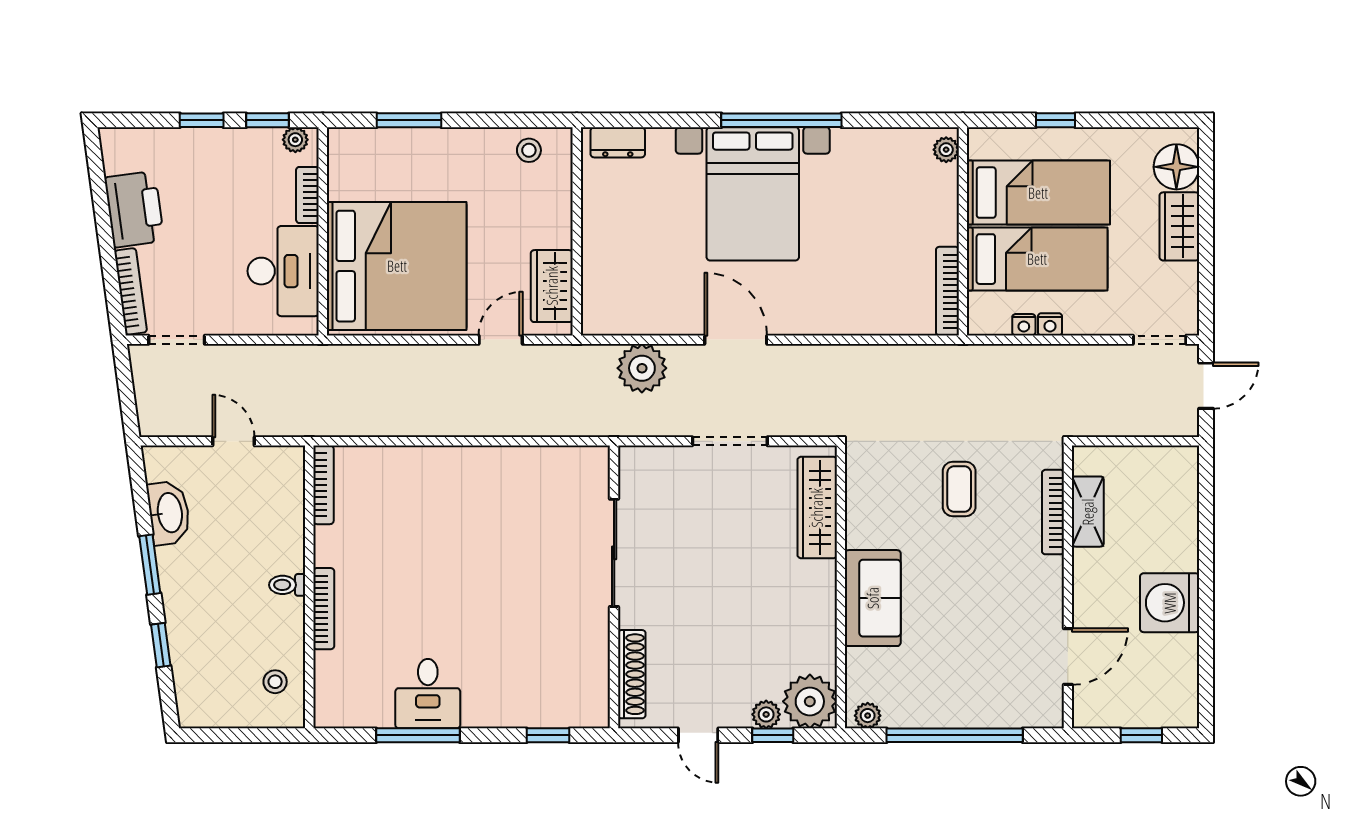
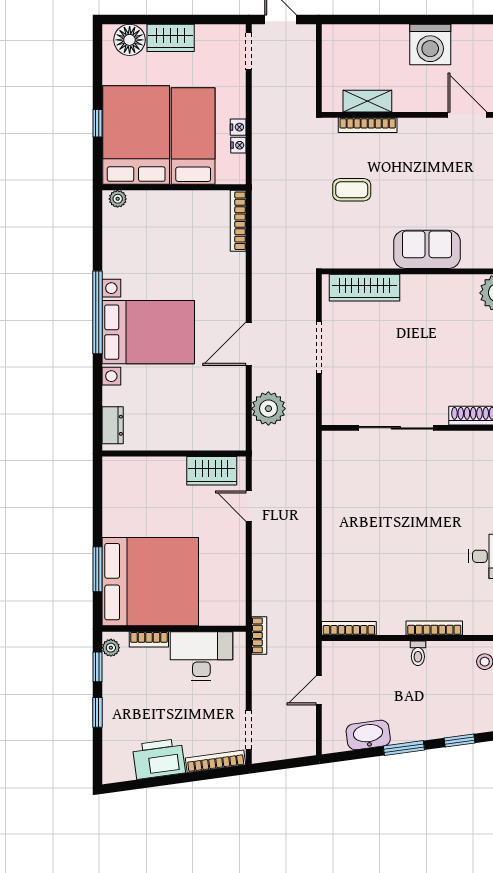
stool: (529, 150) -> (118, 487), removed
bed: (1038, 193) -> (136, 135), width x1.50
bed: (397, 266) -> (150, 582), moved, turned 90
bookcase: (947, 291) -> (238, 221), moved, turned 90
bookcase: (313, 355) -> (259, 635), added

